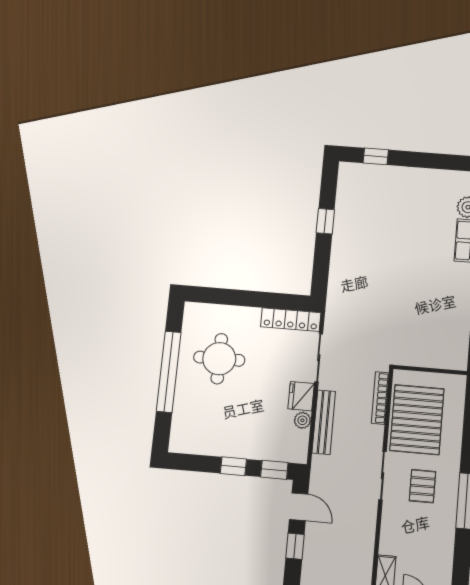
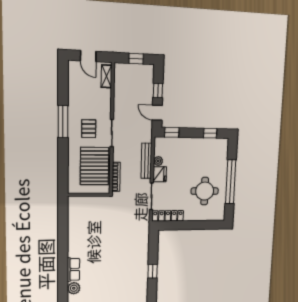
window: (233, 466) -> (210, 133), moved

